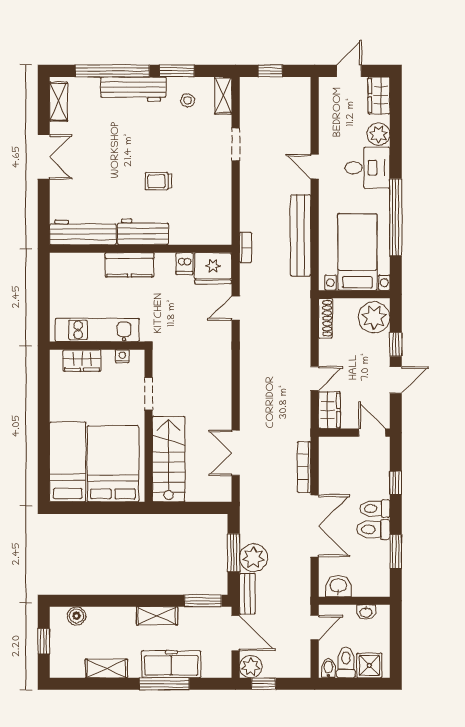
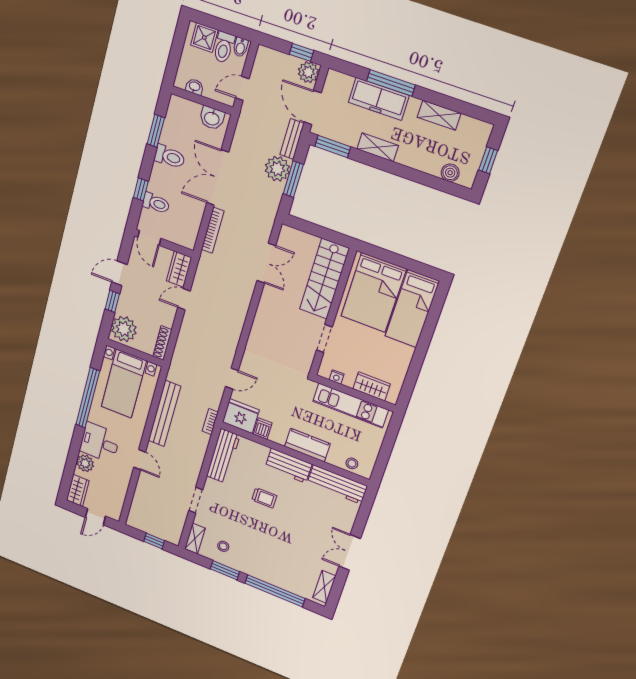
workbench: (133, 89) -> (223, 456), moved, turned 90
stool: (75, 264) -> (352, 463), added
toilet: (375, 509) -> (156, 203), moved

